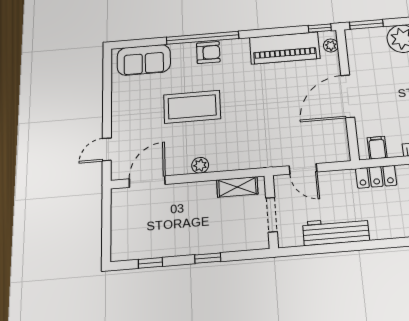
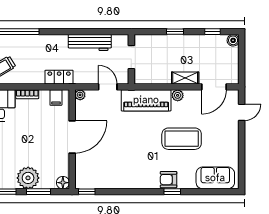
window: (366, 24) -> (38, 192), moved
floor lamp: (354, 37) -> (63, 183), added
window: (203, 38) -> (172, 192), width x0.32
plant: (331, 46) -> (80, 95), moved
piano: (285, 48) -> (146, 100), moved, turned 180
shelving: (237, 187) -> (185, 78), moved
boiler: (119, 252) -> (233, 40), added

